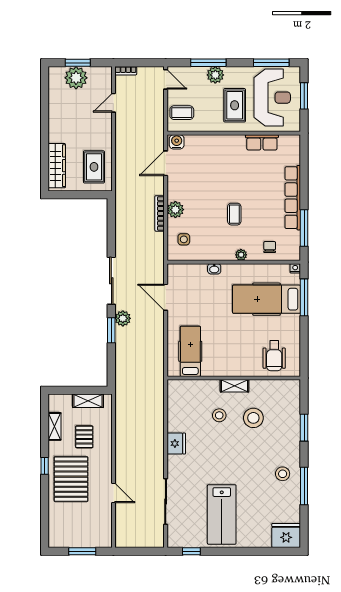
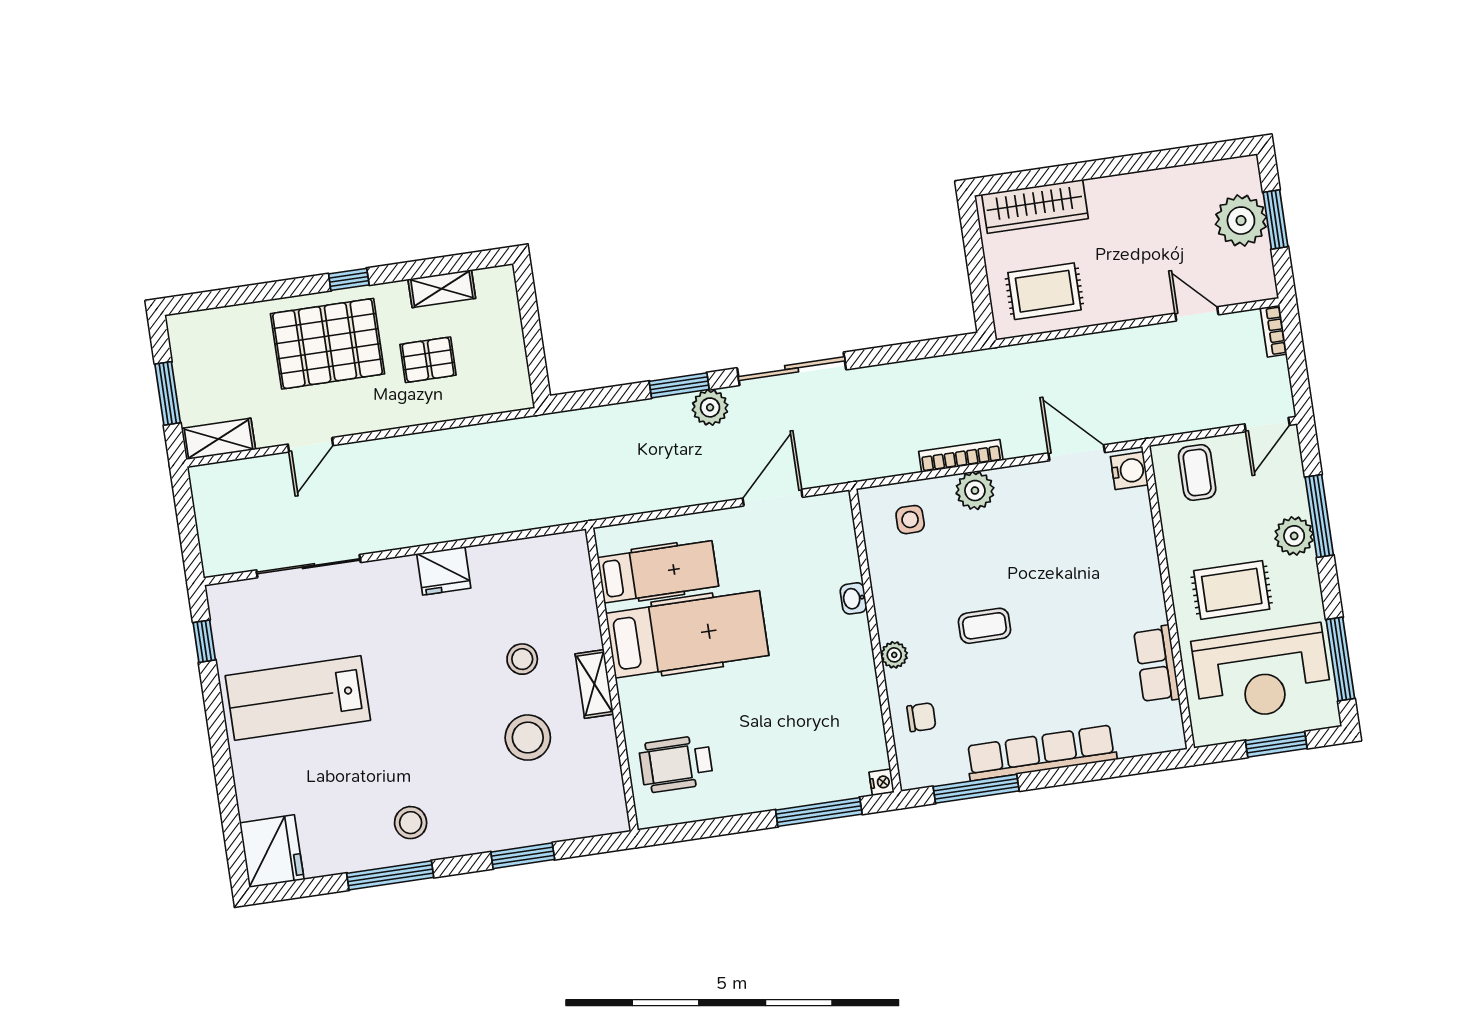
hospital bed: (267, 299) -> (687, 634), moved, turned 90
shelving: (88, 401) -> (218, 439), moved, turned 90

